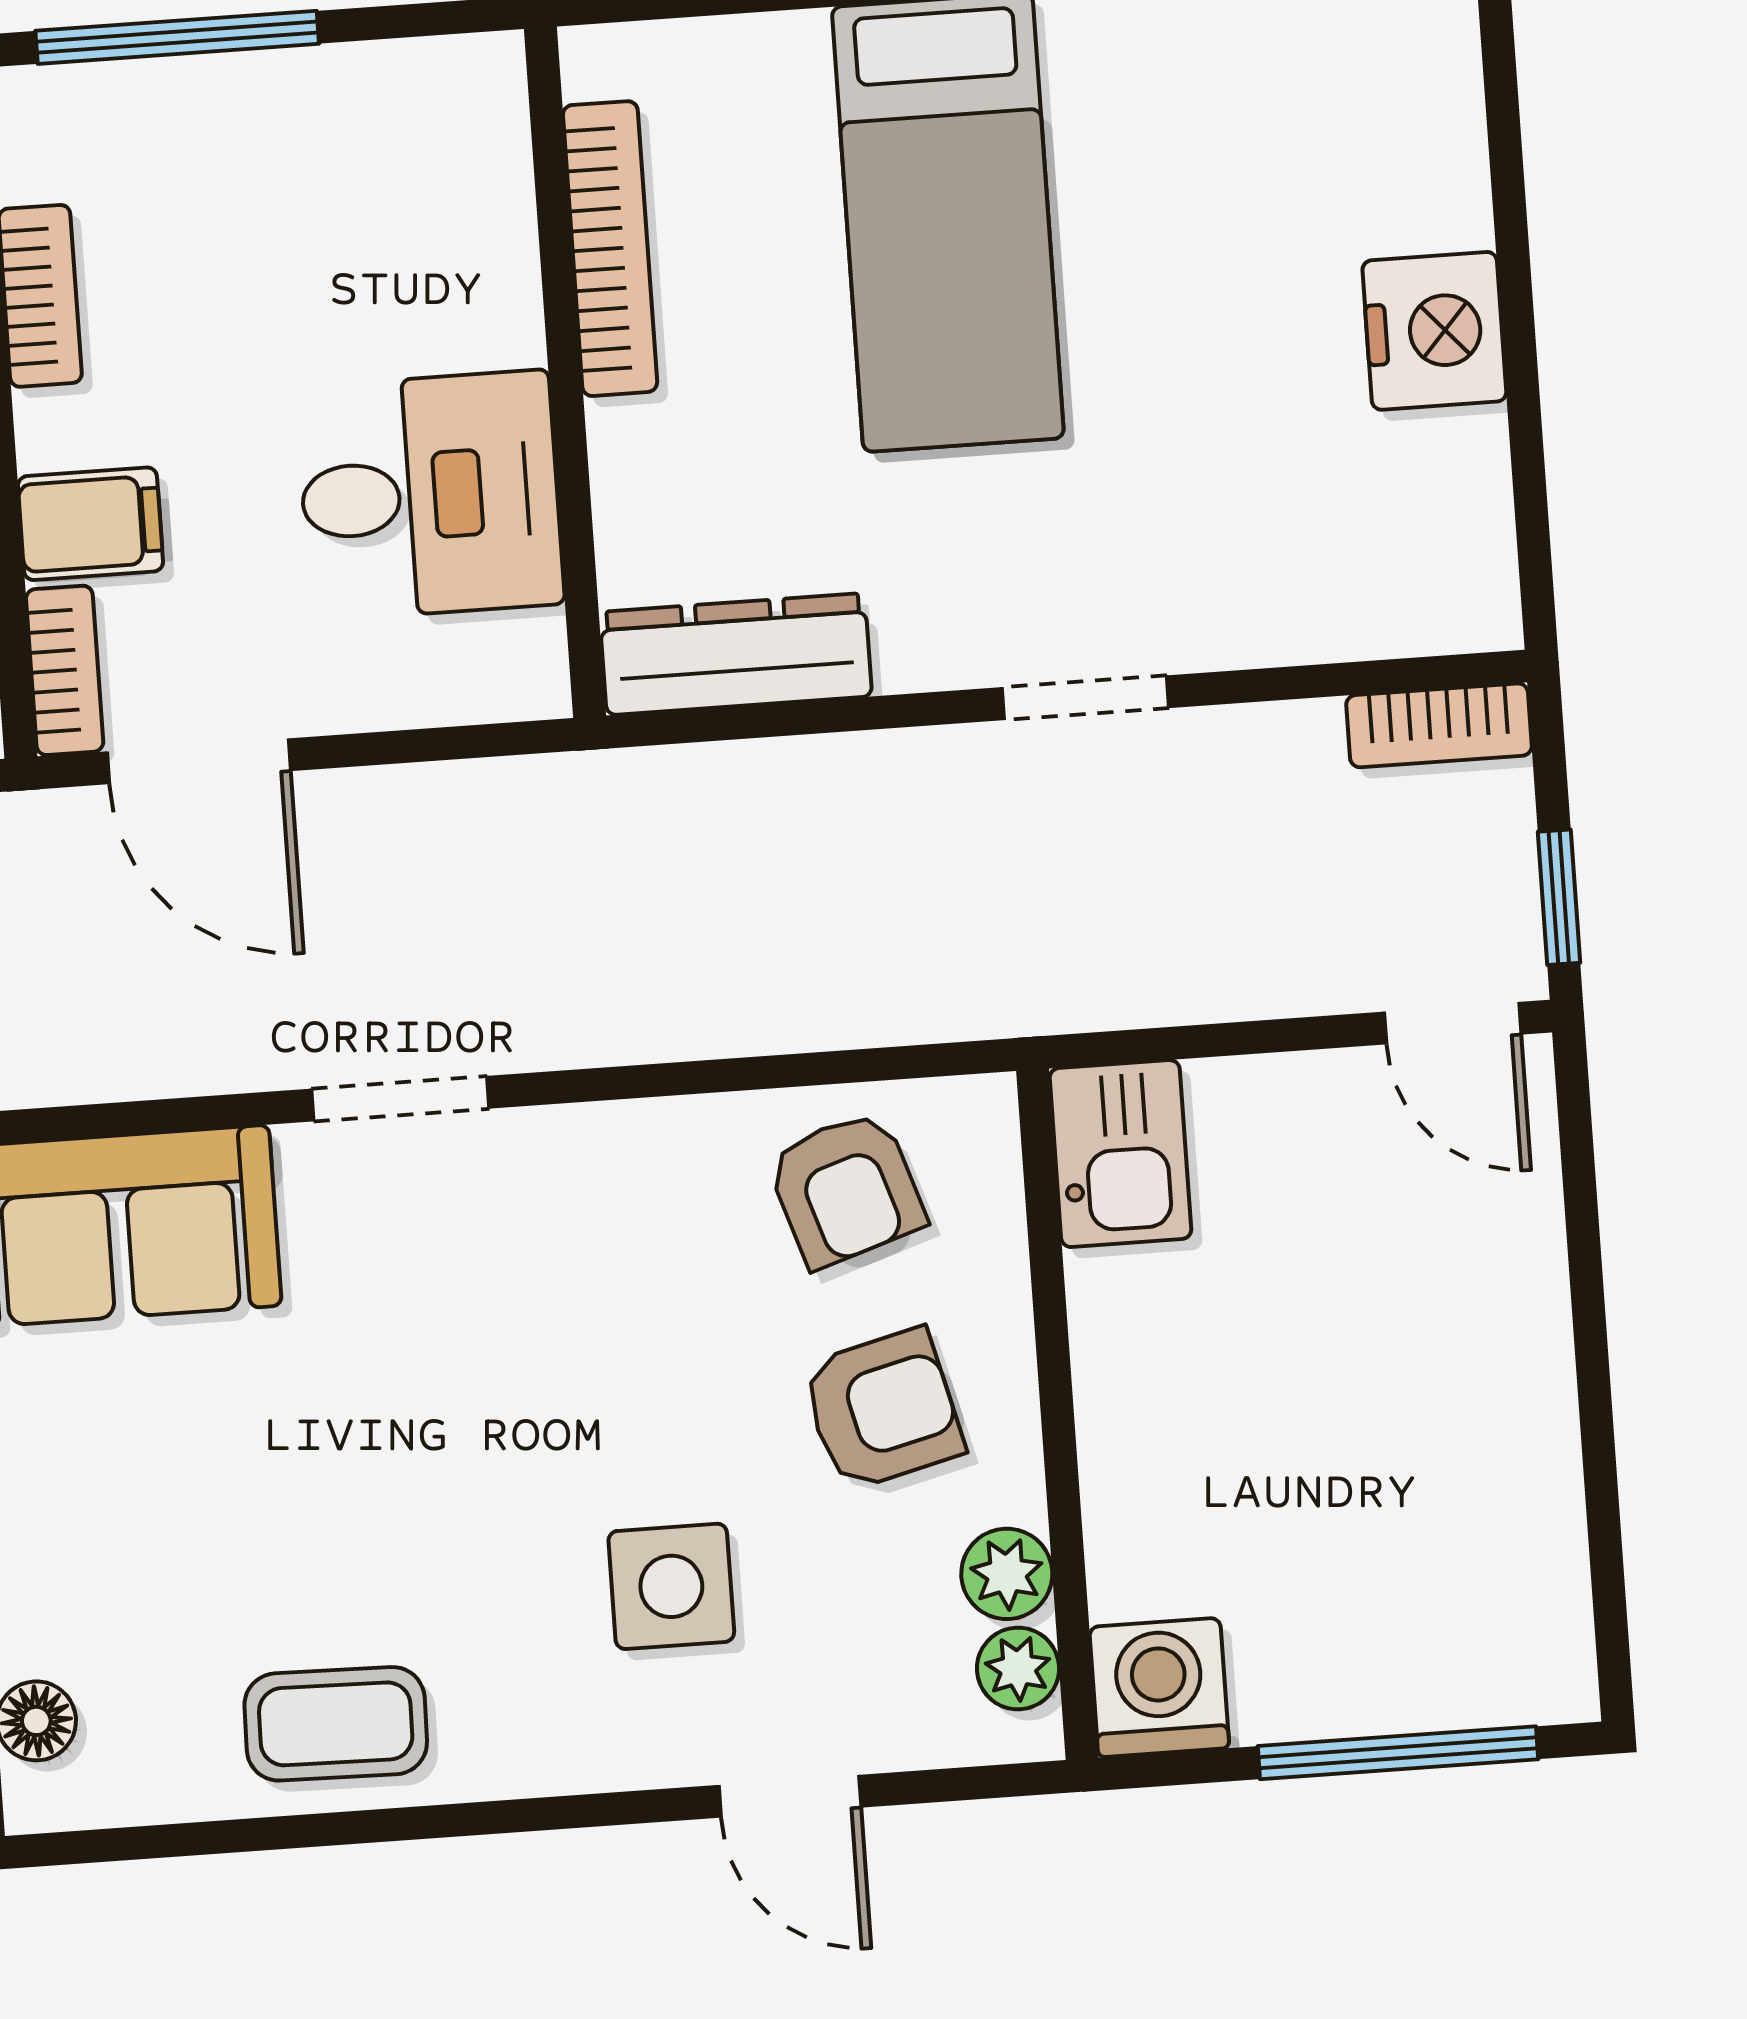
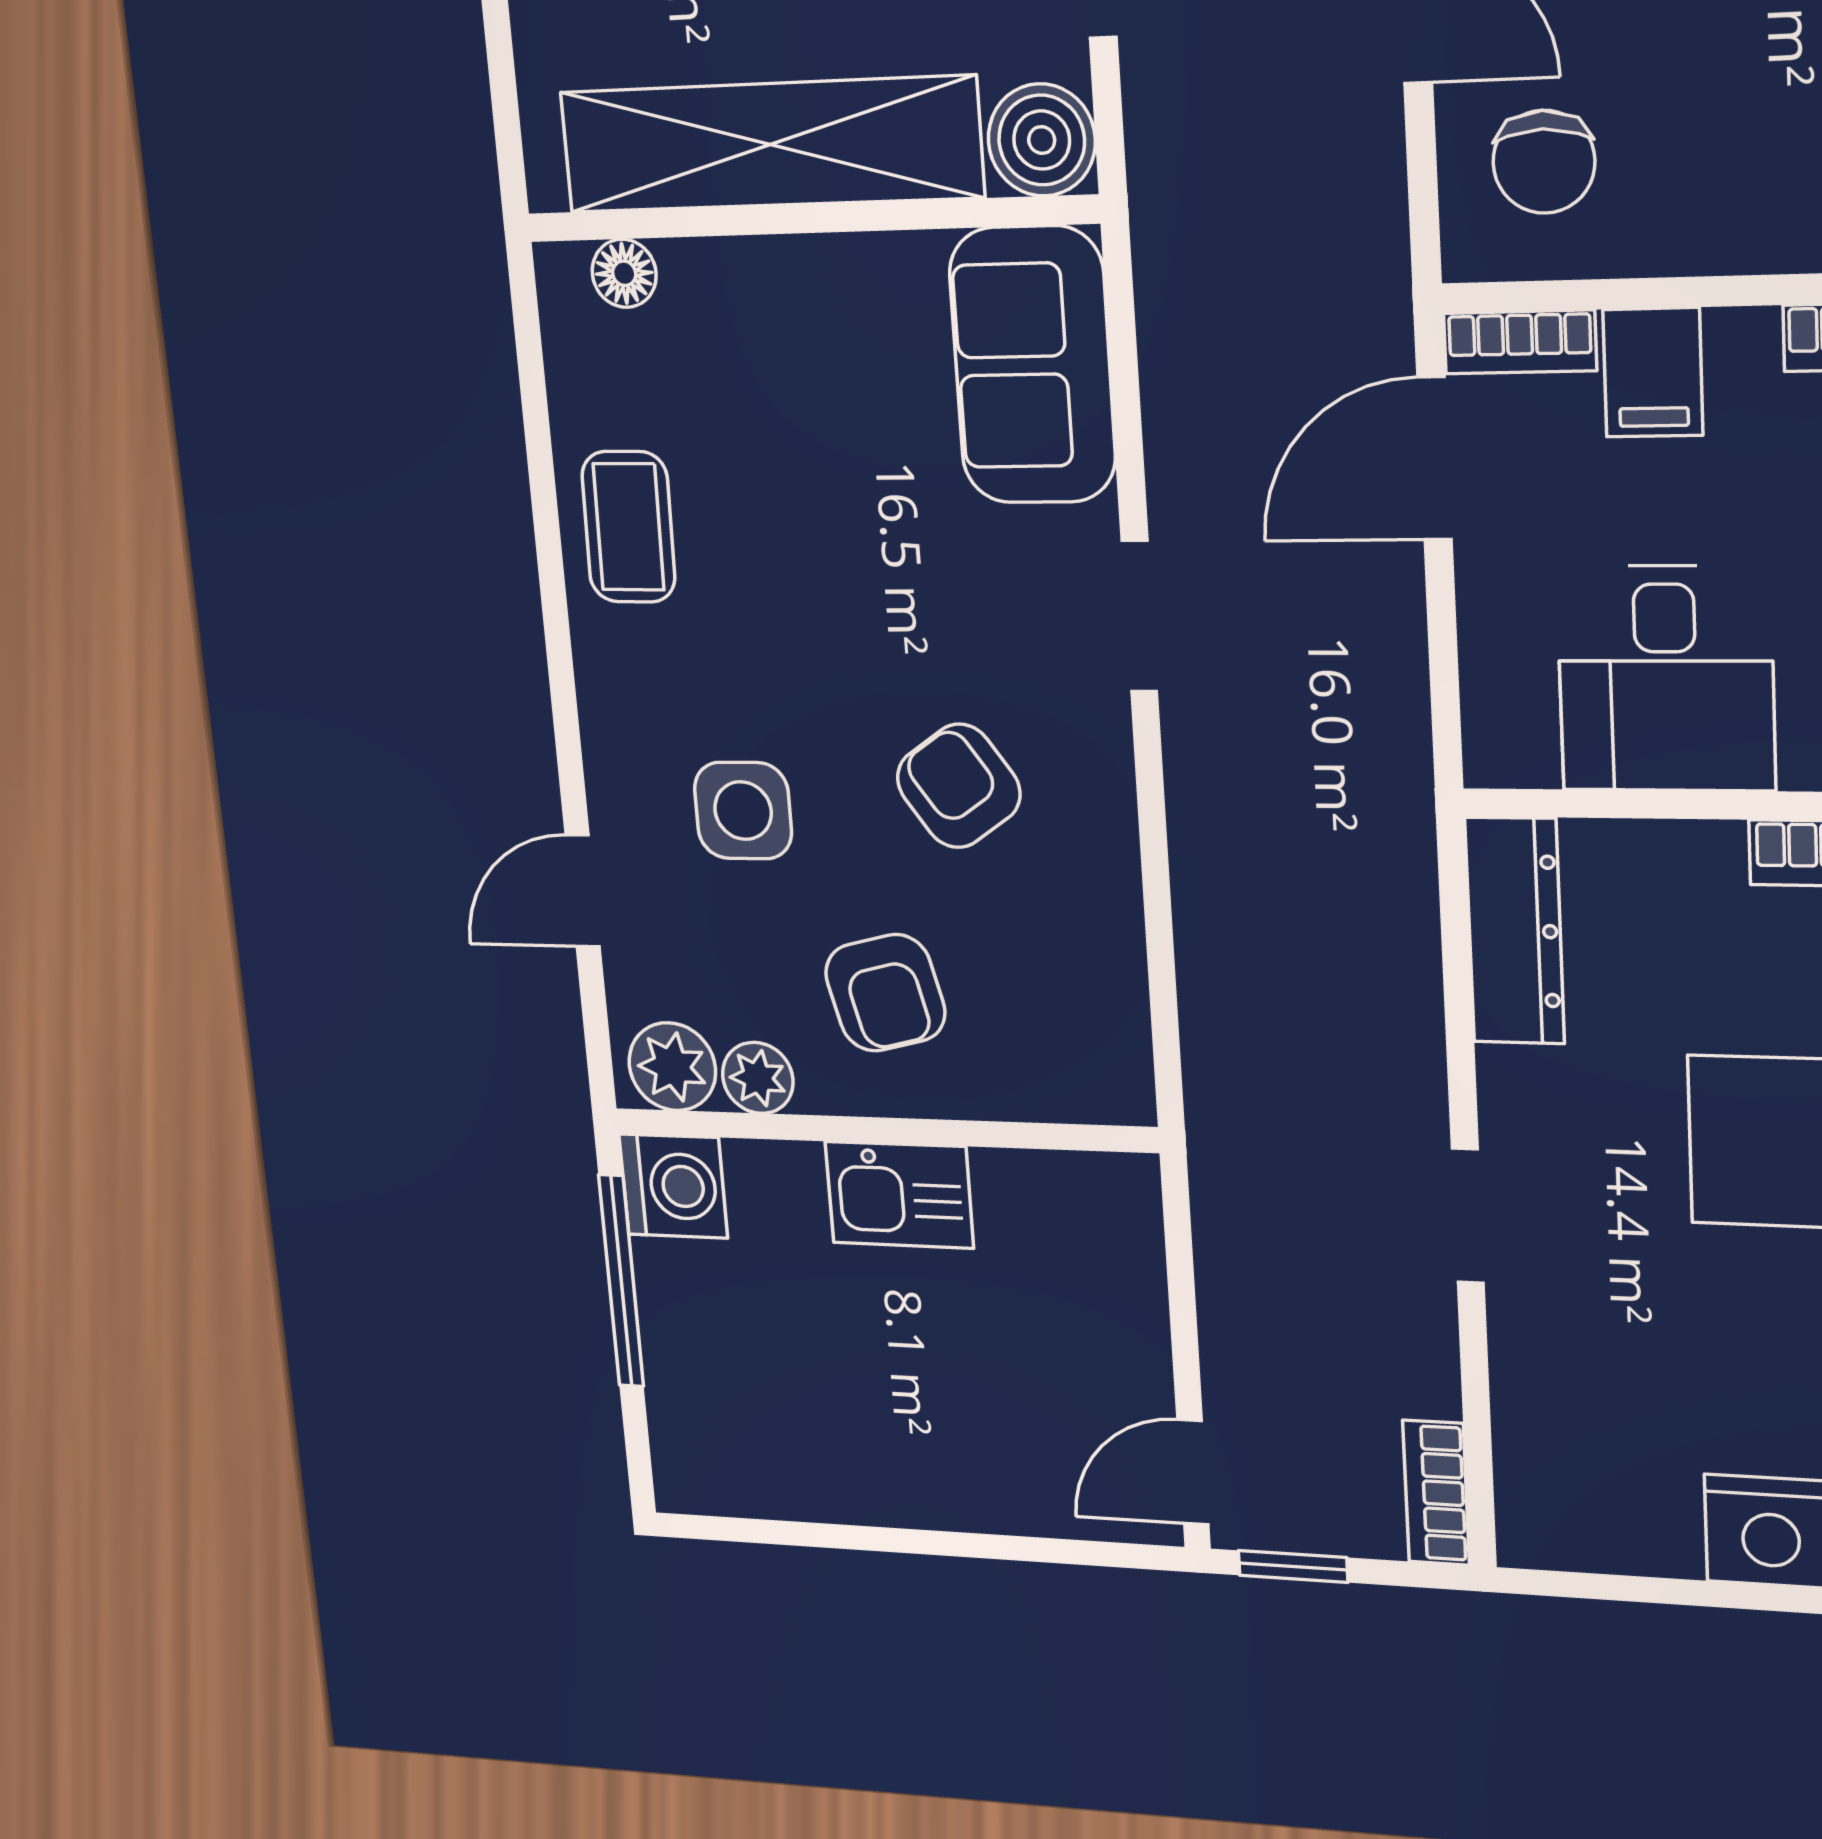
kitchen sink: (1120, 1154) -> (899, 1195), moved
armchair: (846, 1189) -> (959, 786), moved, turned 73
plant: (1018, 1668) -> (672, 1067), width x1.38, depth x1.38
window: (1398, 1753) -> (621, 1281), moved

